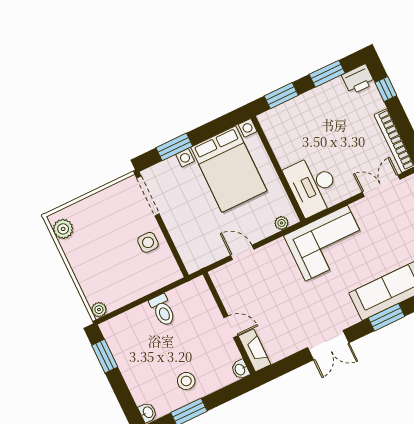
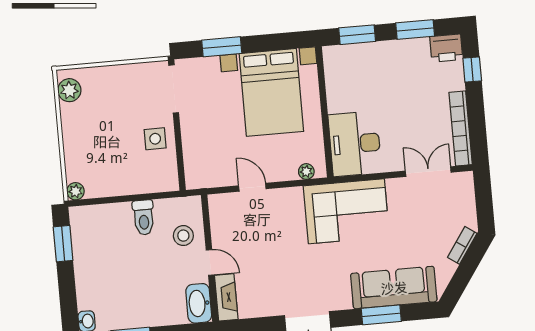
washbasin: (240, 369) -> (199, 303), width x1.91, depth x1.45
stool: (186, 381) -> (183, 236), moved

